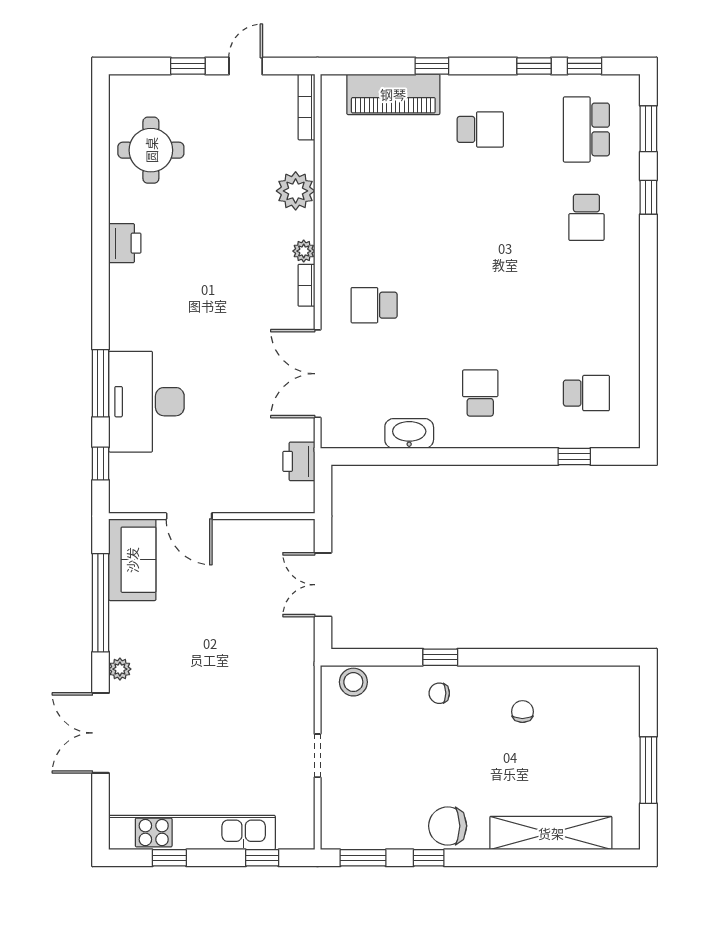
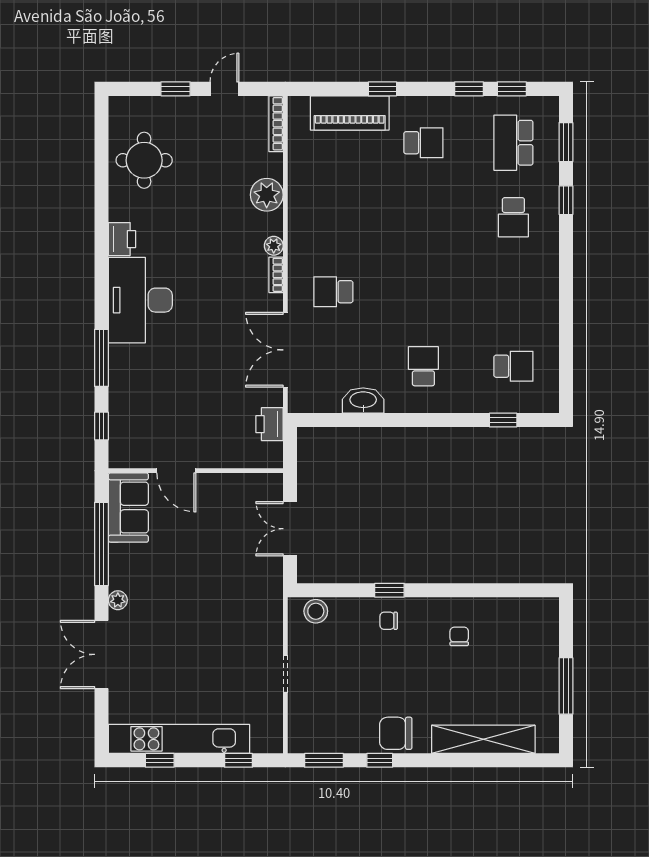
desk: (146, 402) -> (140, 300), moved

